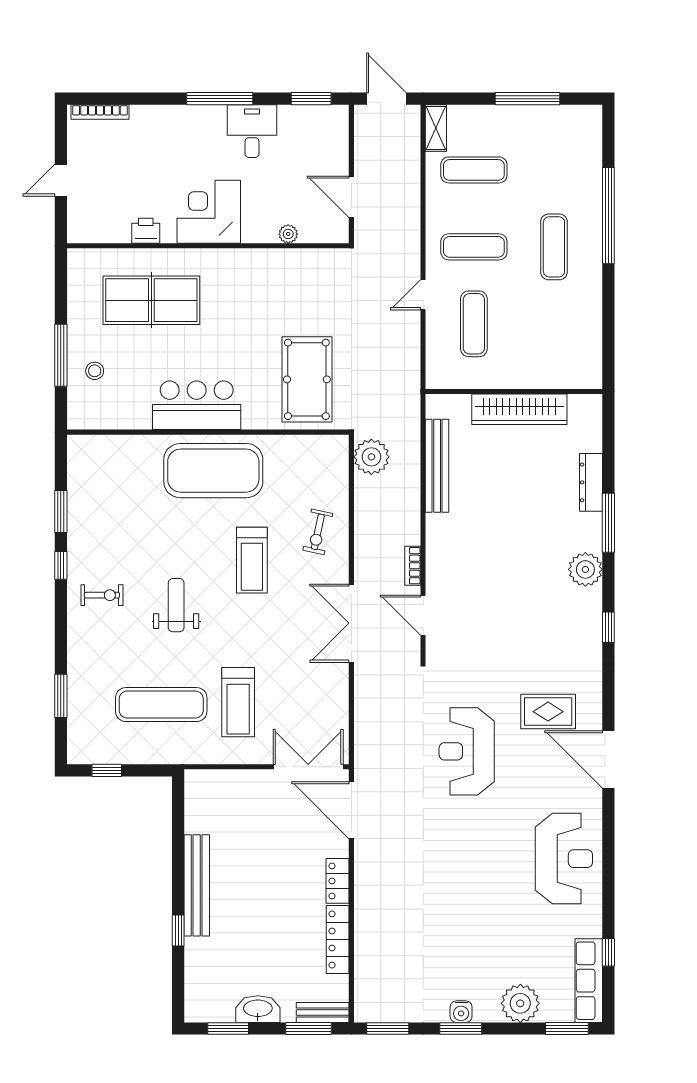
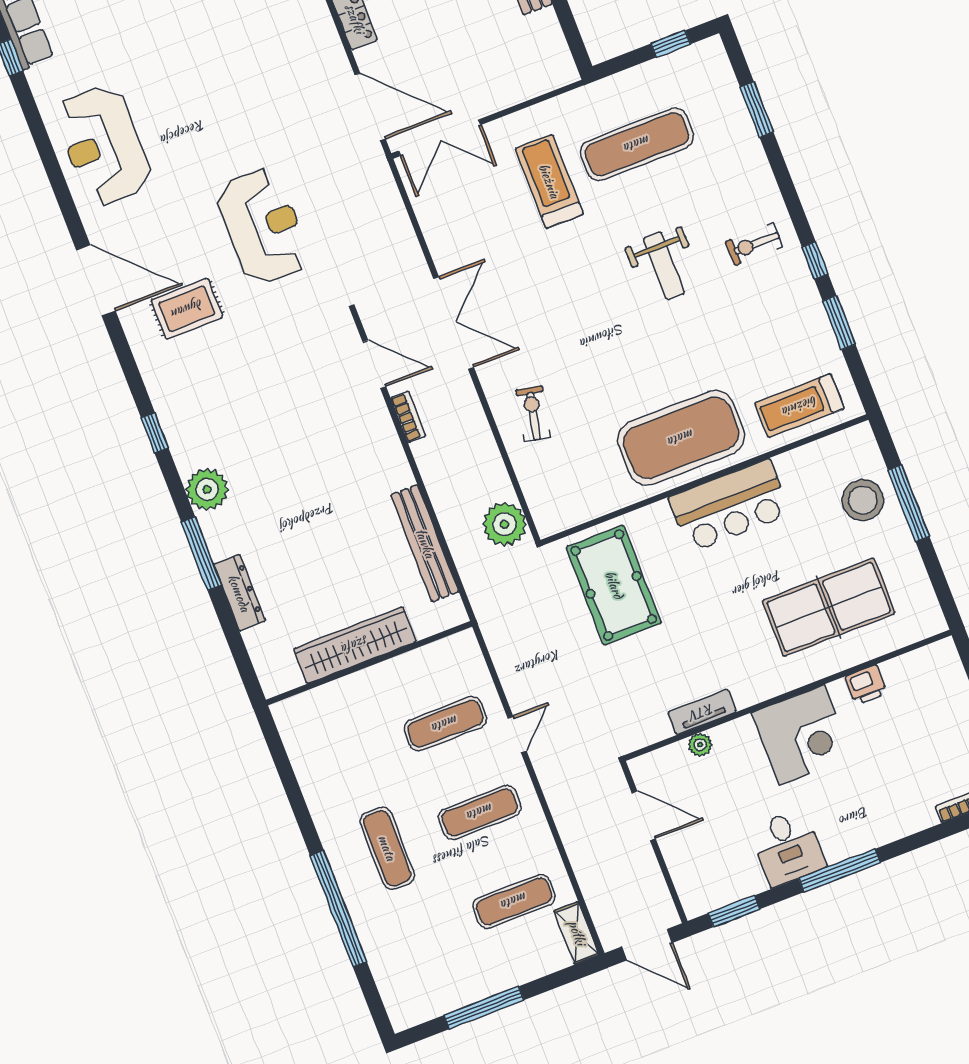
tv unit: (277, 258) -> (702, 712), added
exercise mat: (474, 324) -> (445, 724), turned 90
stool: (95, 371) -> (863, 500), width x1.89, depth x1.89
treadmill: (252, 560) -> (800, 406), moved, turned -90

